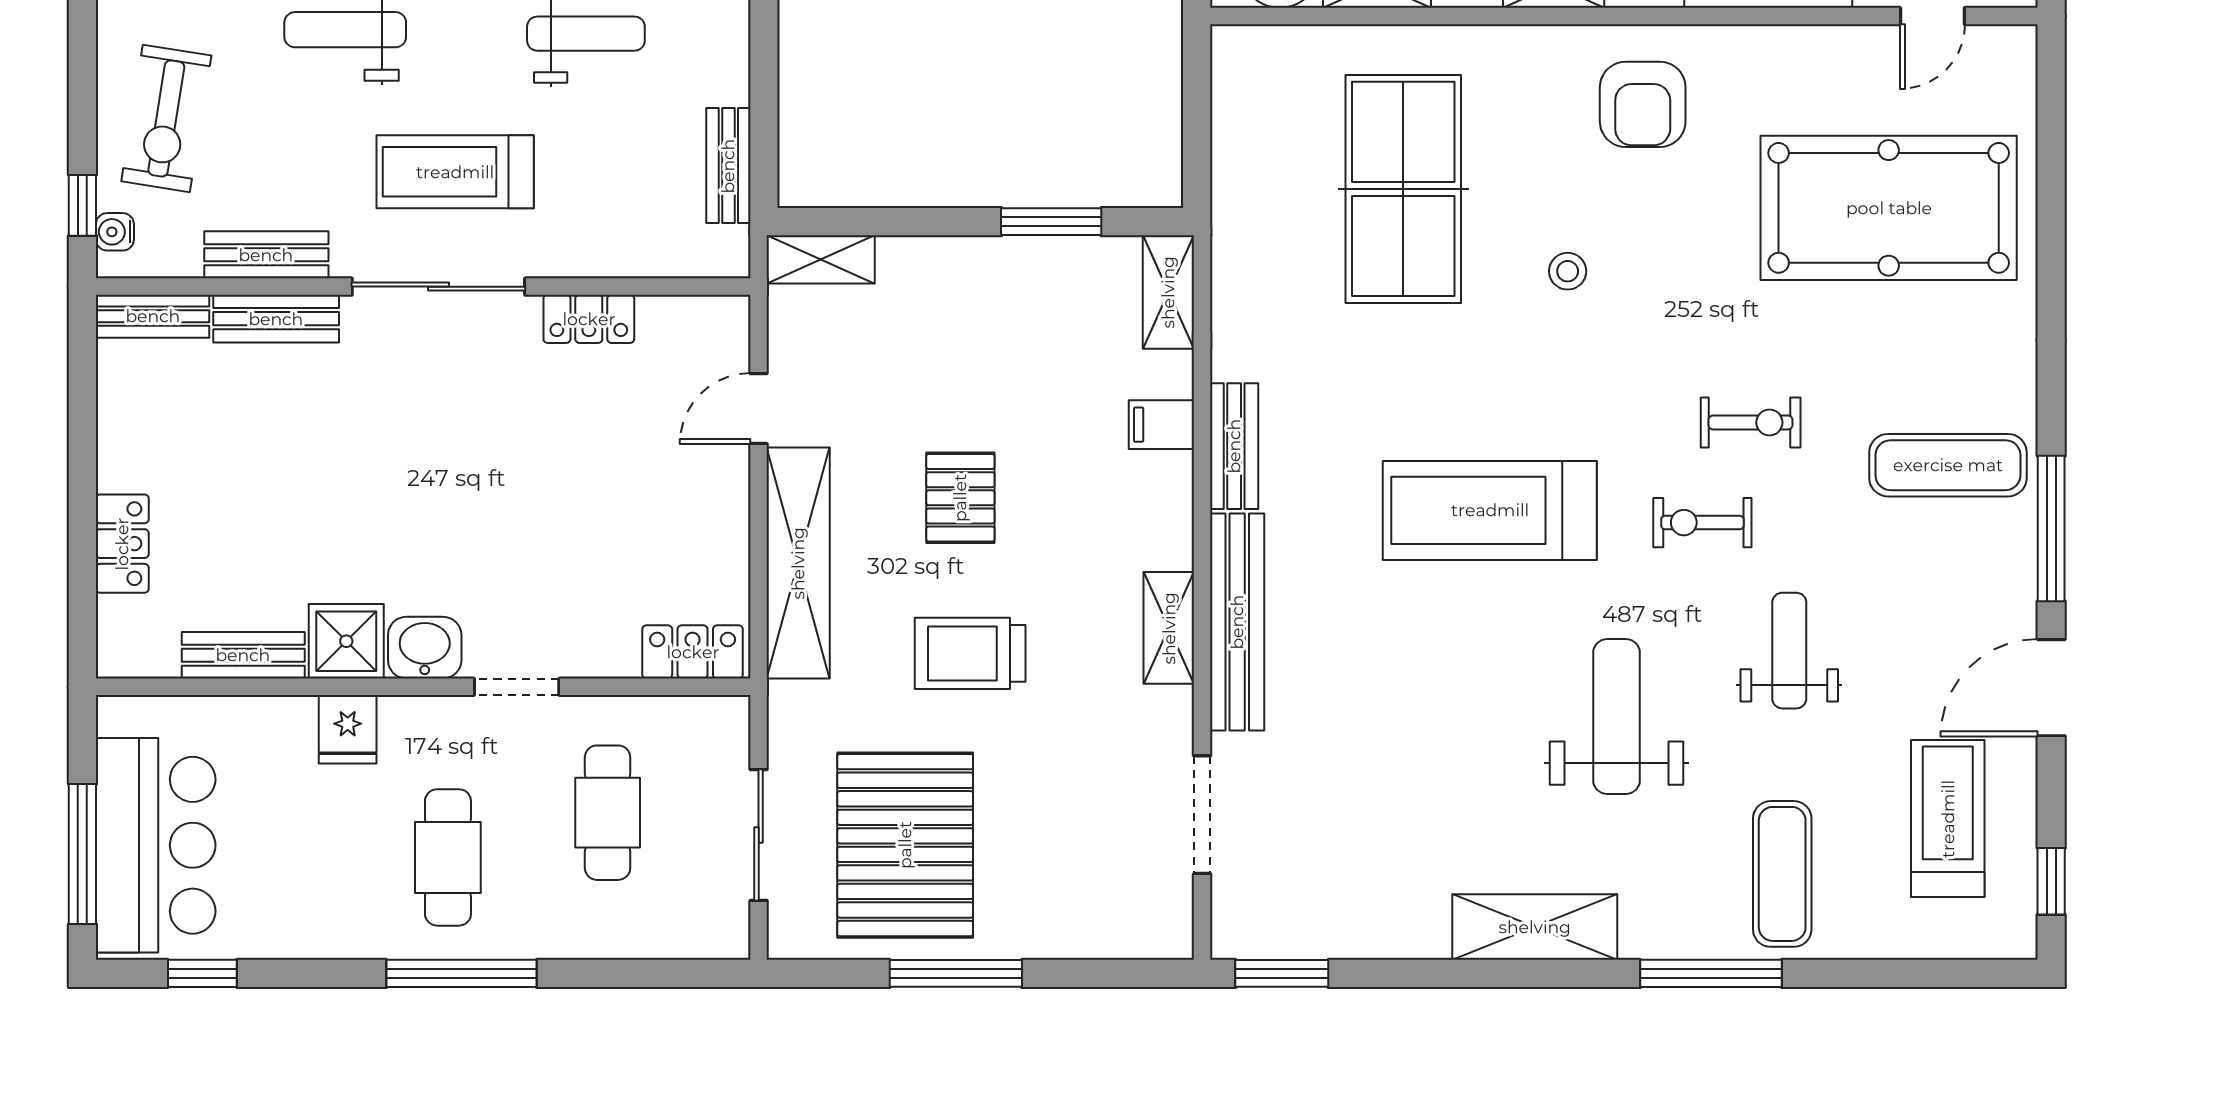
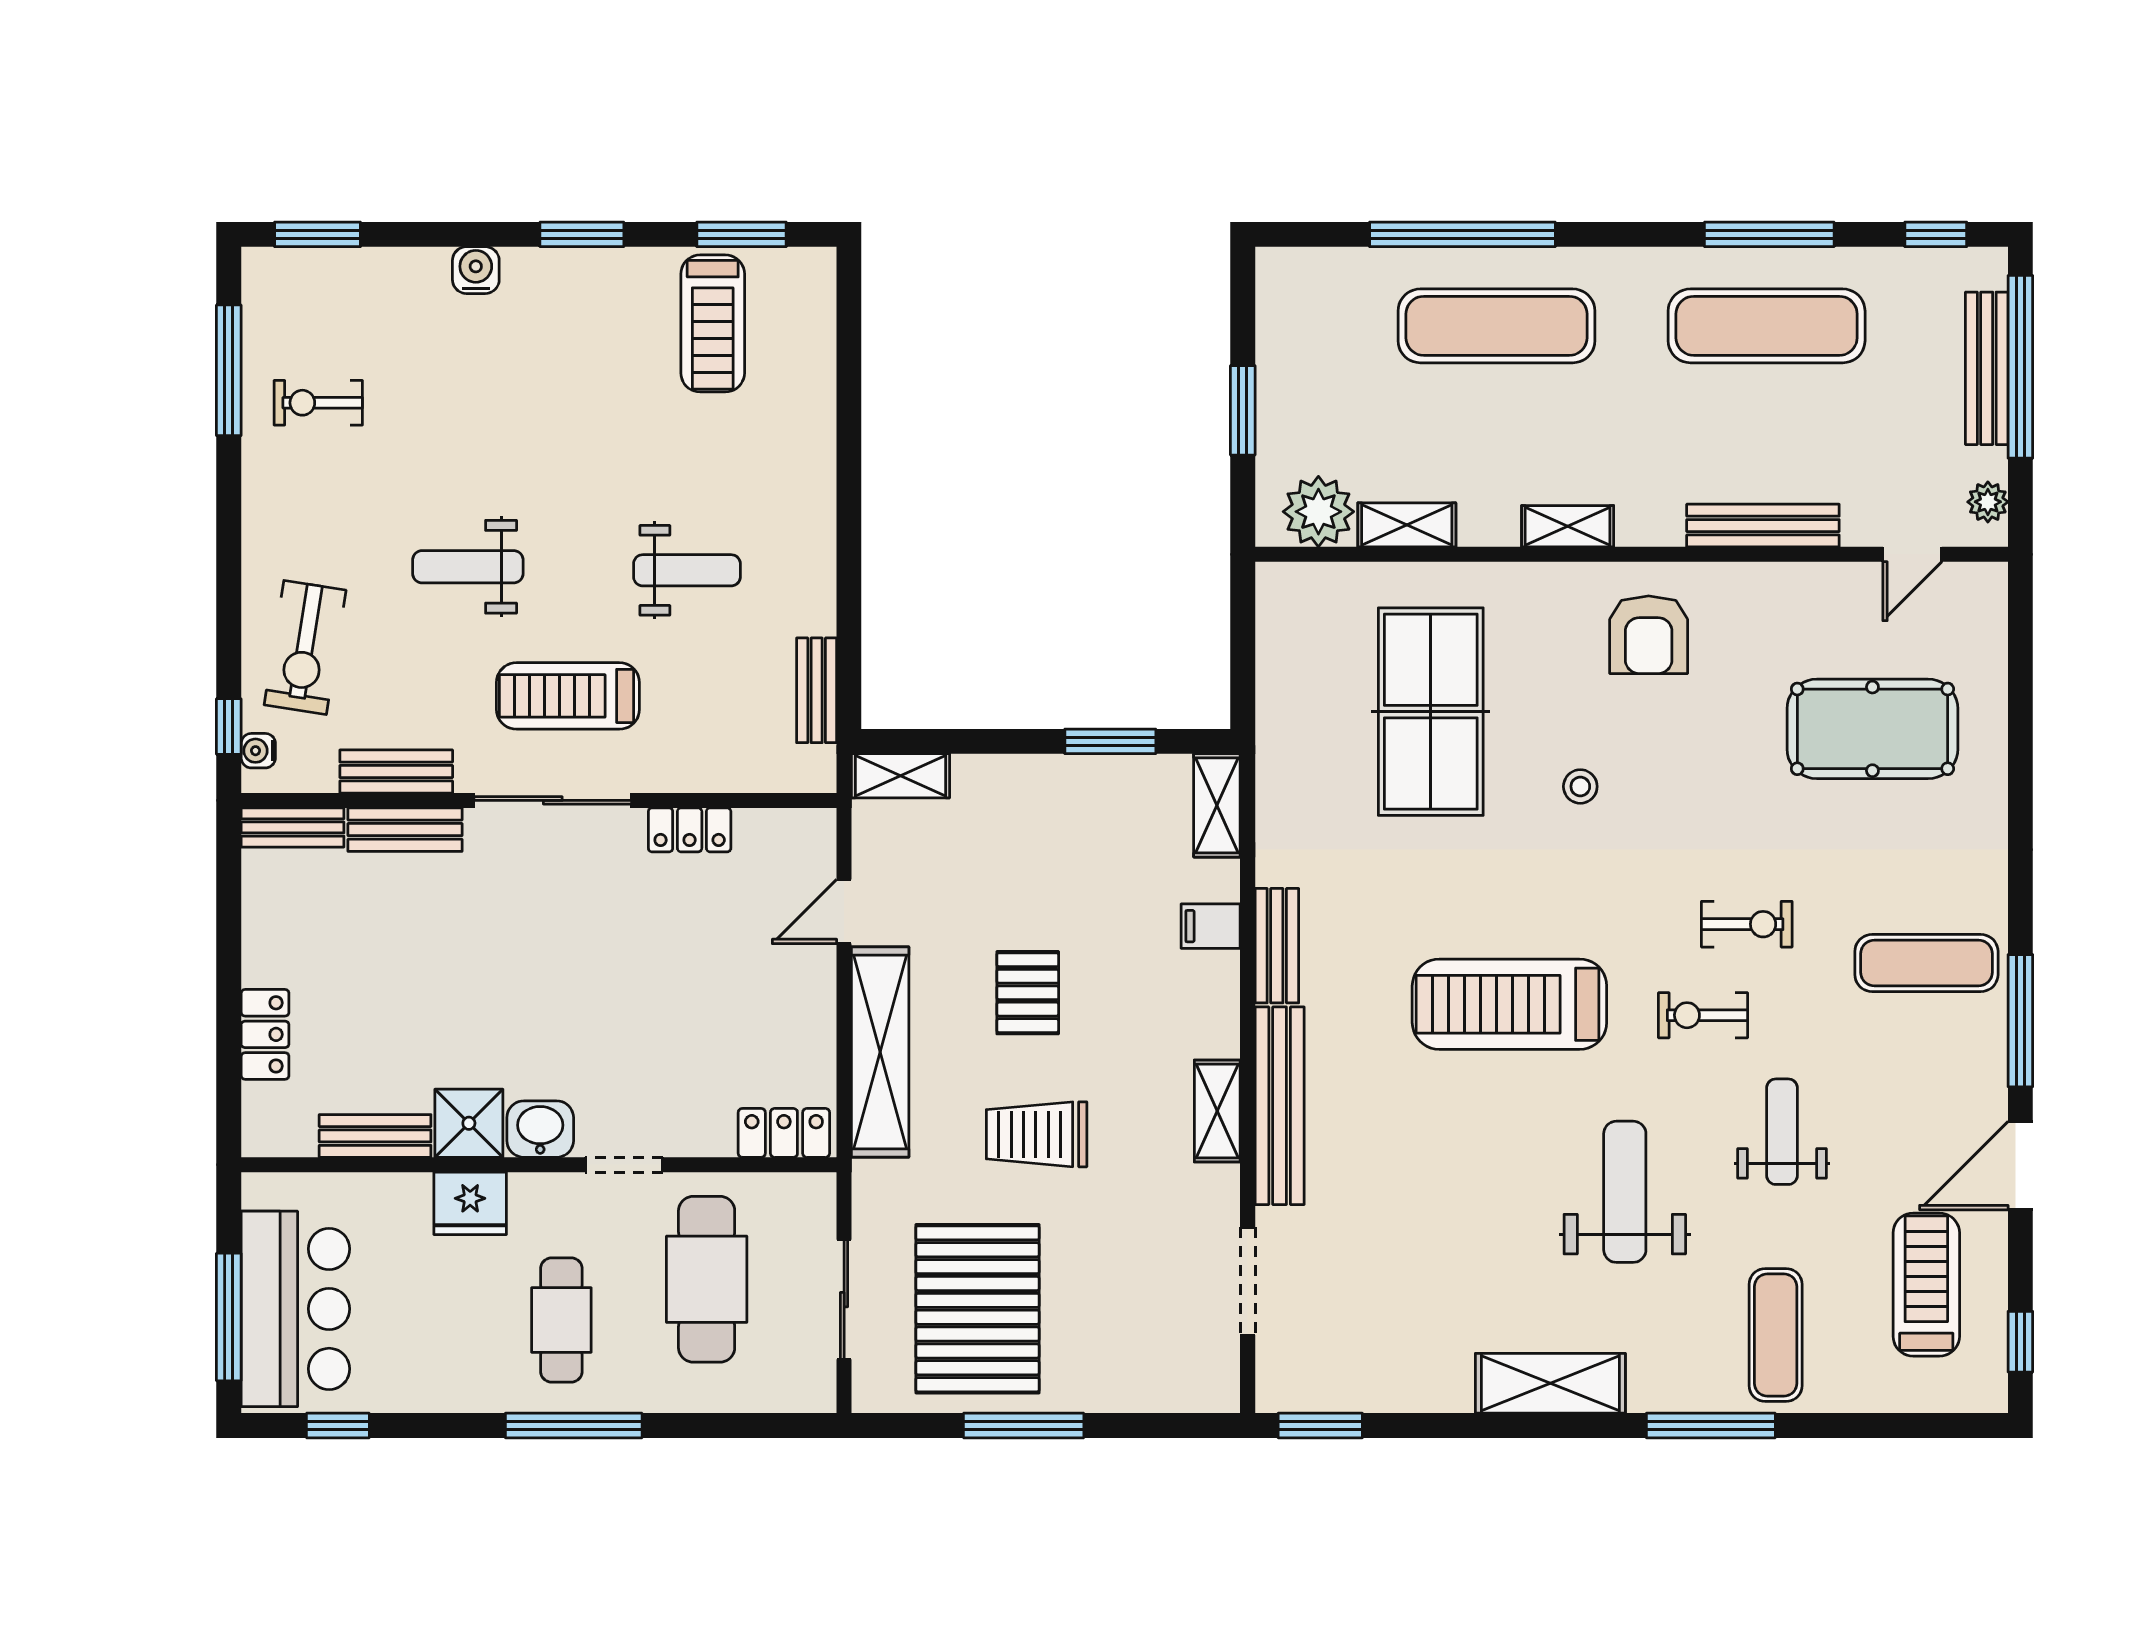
pool table: (1889, 208) -> (1872, 729), width x0.73, depth x0.76
fridge: (348, 729) -> (470, 1203), width x1.38
cafe table: (608, 813) -> (707, 1279), width x1.37, depth x1.35

